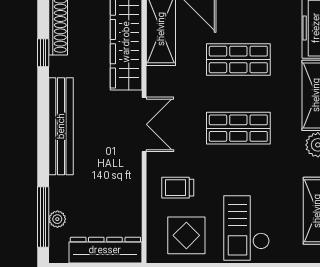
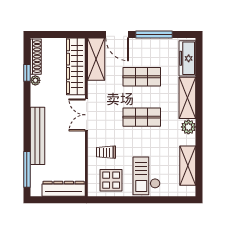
double door: (144, 124) -> (86, 115), swing flipped
bench: (61, 126) -> (37, 136), moved
plant: (57, 219) -> (35, 80), moved

